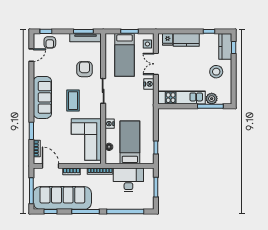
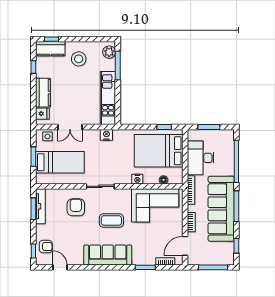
armchair: (85, 69) -> (76, 207), turned 90
nightstand: (149, 84) -> (106, 135), moved
plant: (212, 99) -> (109, 52), moved
bed: (130, 142) -> (159, 151), width x1.50
sofa: (62, 198) -> (221, 209), moved

